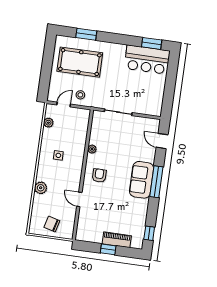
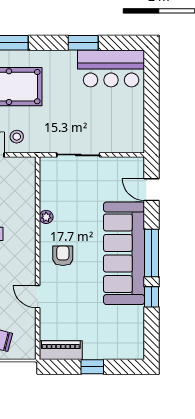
window: (152, 43) -> (83, 43), moved
sofa: (142, 180) -> (124, 253), width x1.85, depth x1.27
window: (149, 233) -> (152, 297), moved
piano: (117, 240) -> (61, 350), moved

